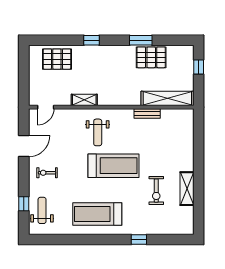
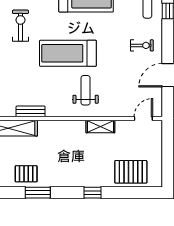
pallet: (151, 57) -> (26, 174), width x0.67, depth x0.71

